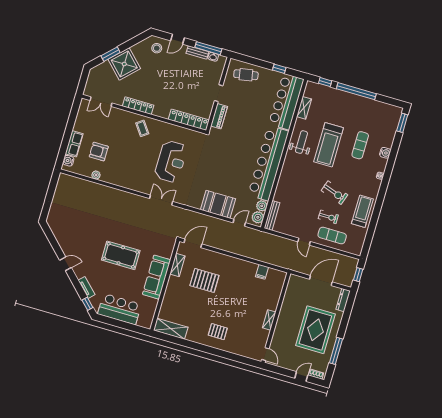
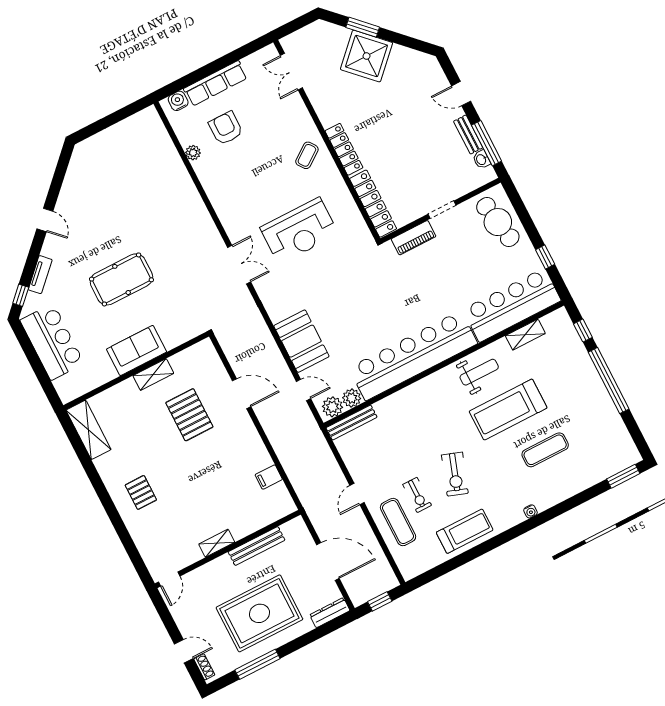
stool: (157, 48) -> (425, 78), removed
cafe table: (246, 75) -> (498, 222), width x1.37, depth x1.35
locker: (138, 106) -> (344, 149), moved
row of seats: (74, 144) -> (215, 83), width x1.48
water cooler: (385, 153) -> (565, 490), removed
door: (193, 243) -> (242, 394), moved
pool table: (121, 255) -> (121, 279), turned 90
shelving: (178, 265) -> (153, 375), moved
sofa: (157, 277) -> (137, 350), width x0.73
bench: (286, 304) -> (257, 546), added

